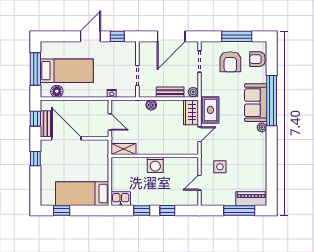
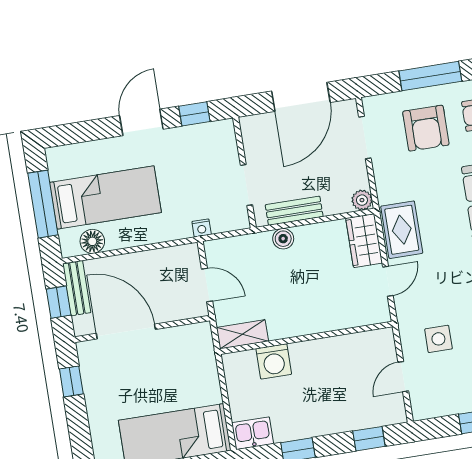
bench: (170, 92) -> (294, 211), moved
bench: (45, 124) -> (77, 288), moved
washing machine: (155, 165) -> (274, 361), moved
window: (167, 211) -> (369, 439), moved

